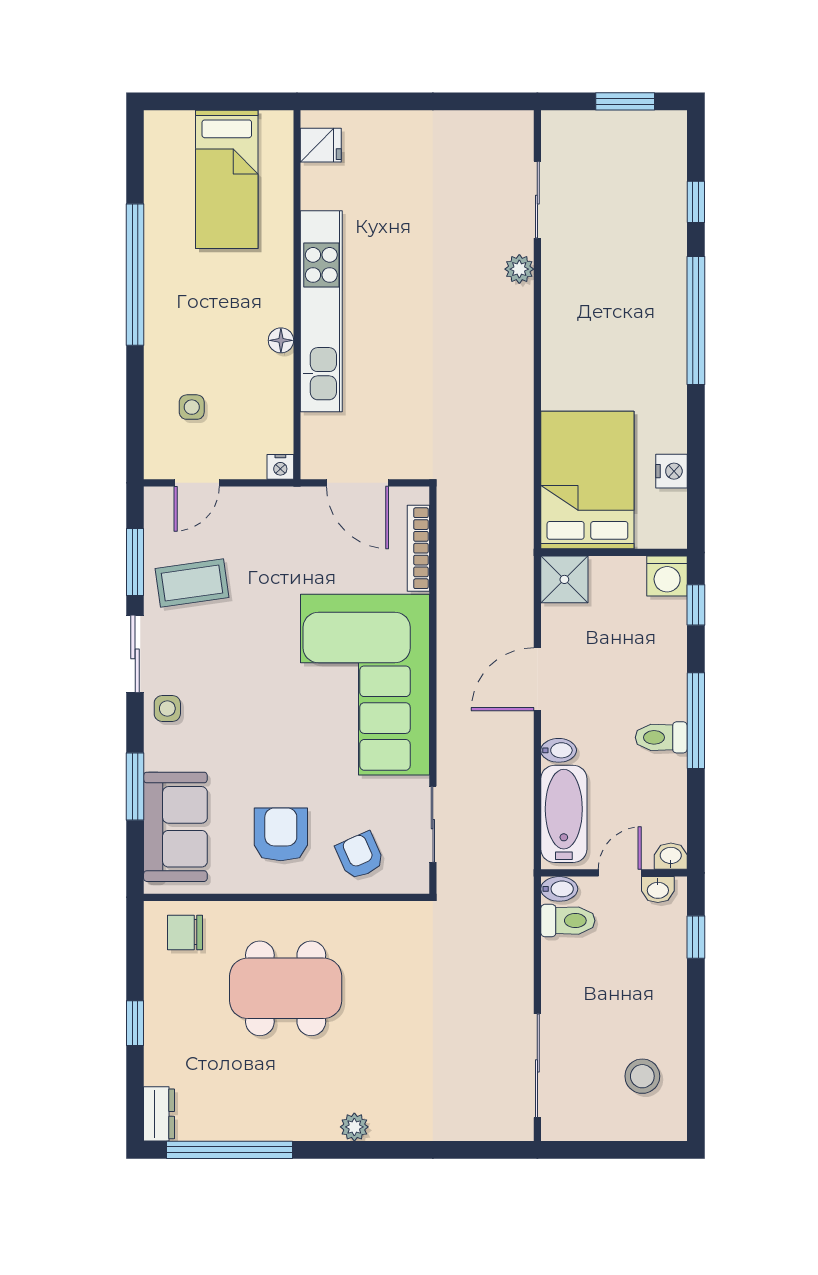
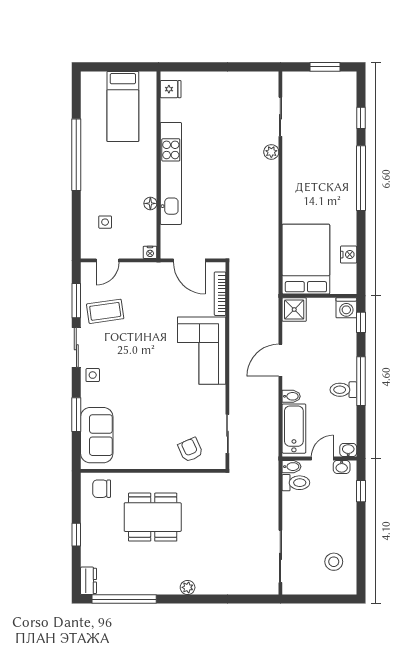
floor lamp: (281, 340) -> (150, 203), moved
corner sofa: (365, 685) -> (202, 351), width x0.73, depth x0.74
armchair: (281, 834) -> (150, 439), removed

